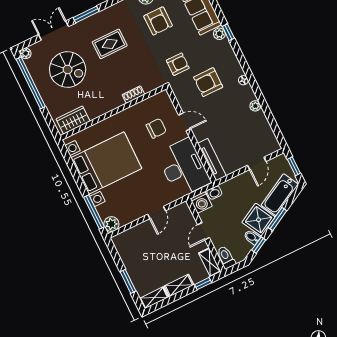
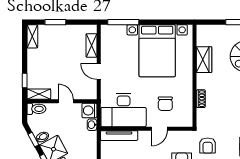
wardrobe: (73, 120) -> (204, 60), moved
plant: (111, 224) -> (107, 31), removed
shelving: (179, 285) -> (91, 45), moved

